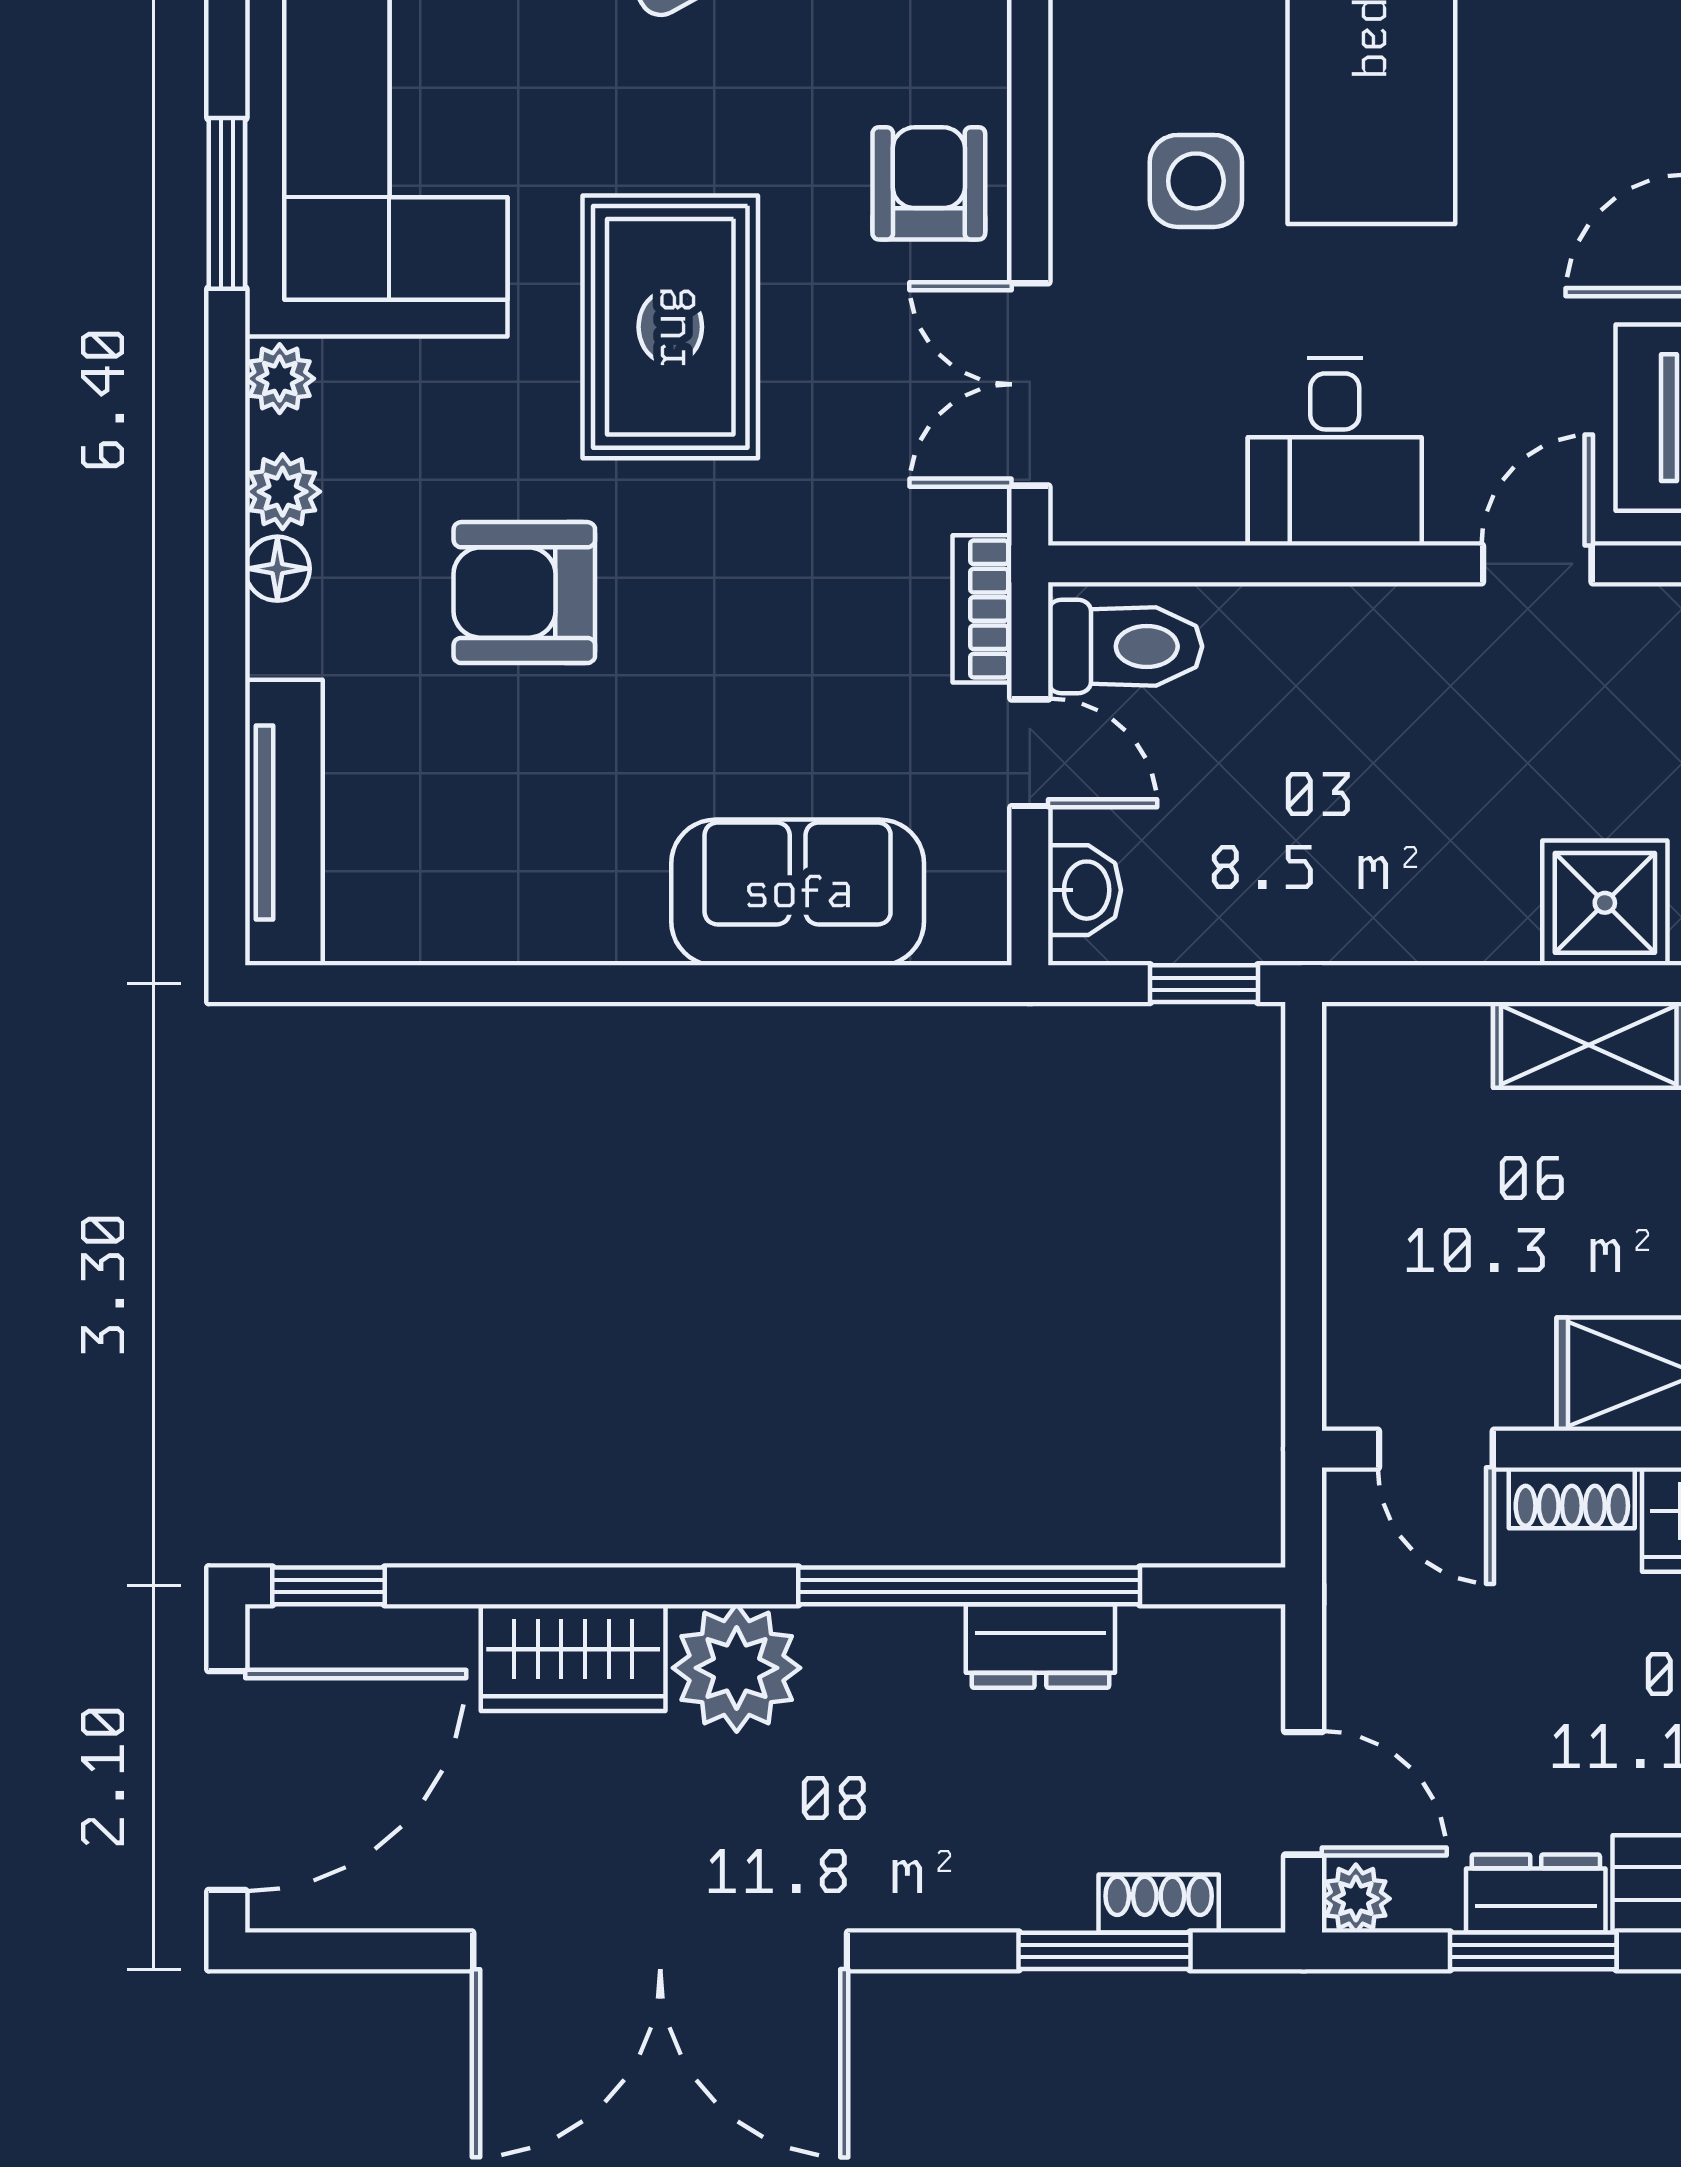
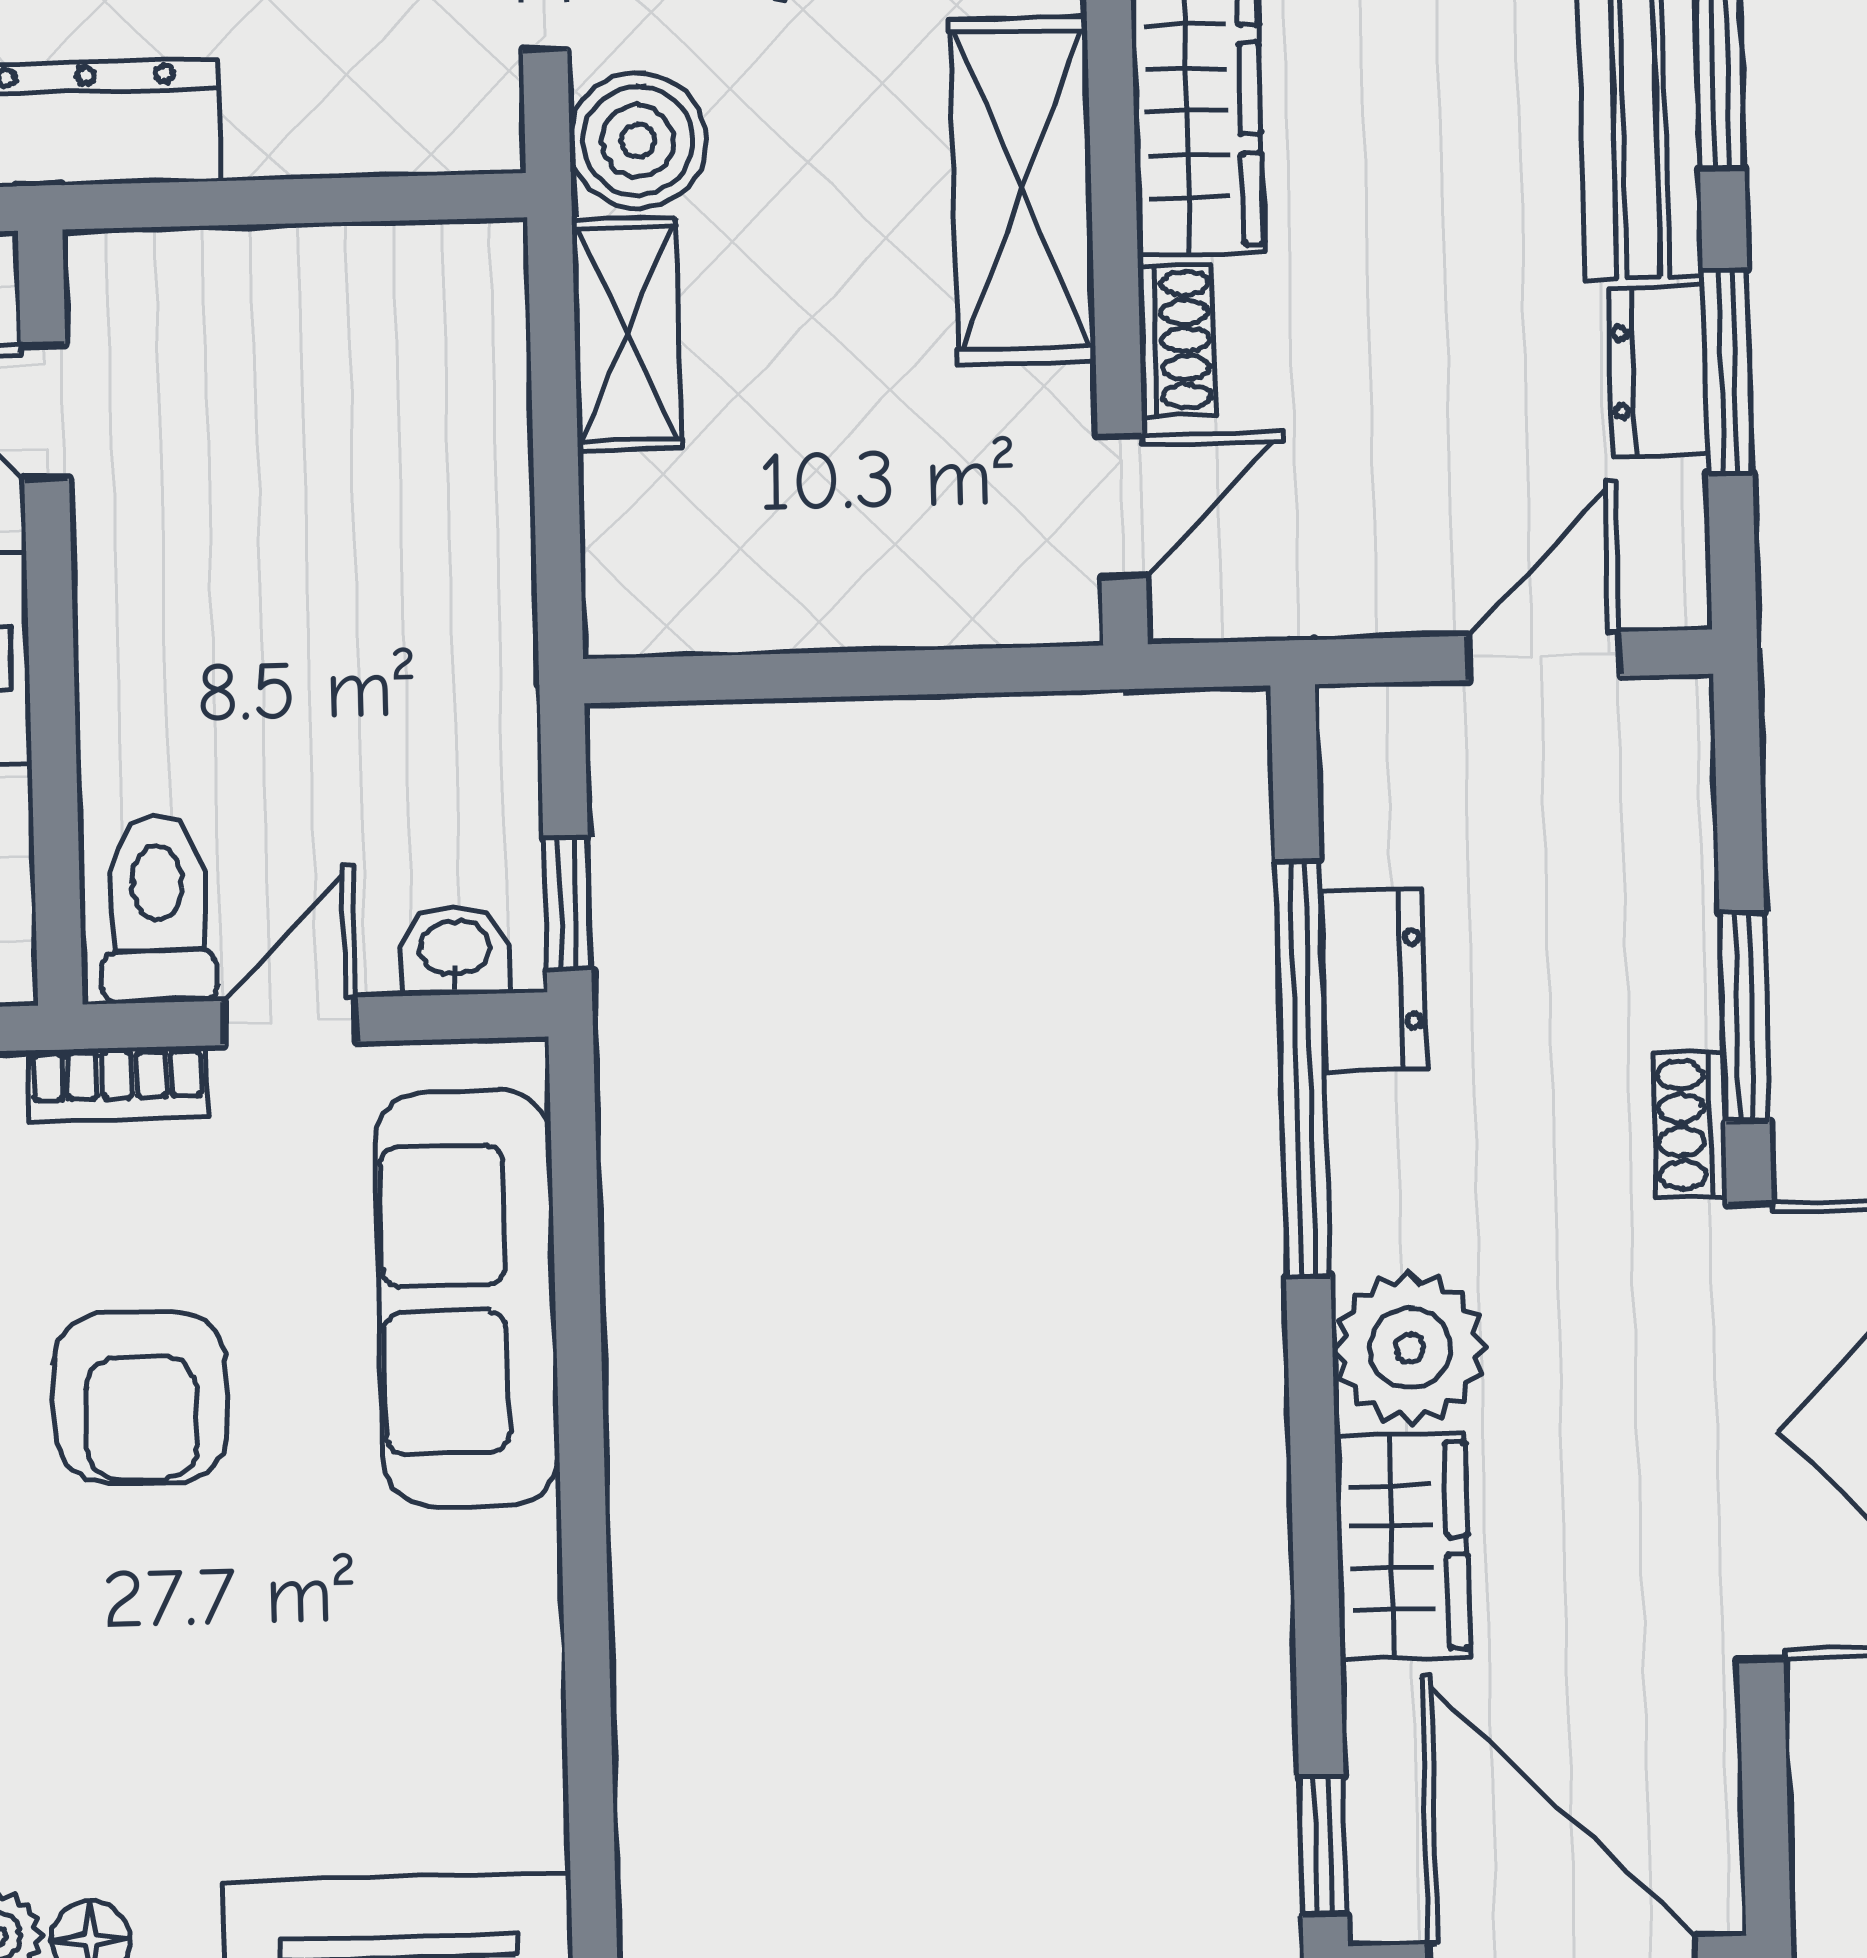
armchair: (524, 593) -> (141, 1398), moved
sofa: (798, 892) -> (467, 1299), width x1.36
shower: (1605, 903) -> (454, 319), removed
window: (1204, 984) -> (567, 903), moved
plant: (1356, 1899) -> (1670, 589), removed
shoe rack: (1159, 1903) -> (1690, 1125), moved
window: (1105, 1951) -> (1744, 1017), moved

